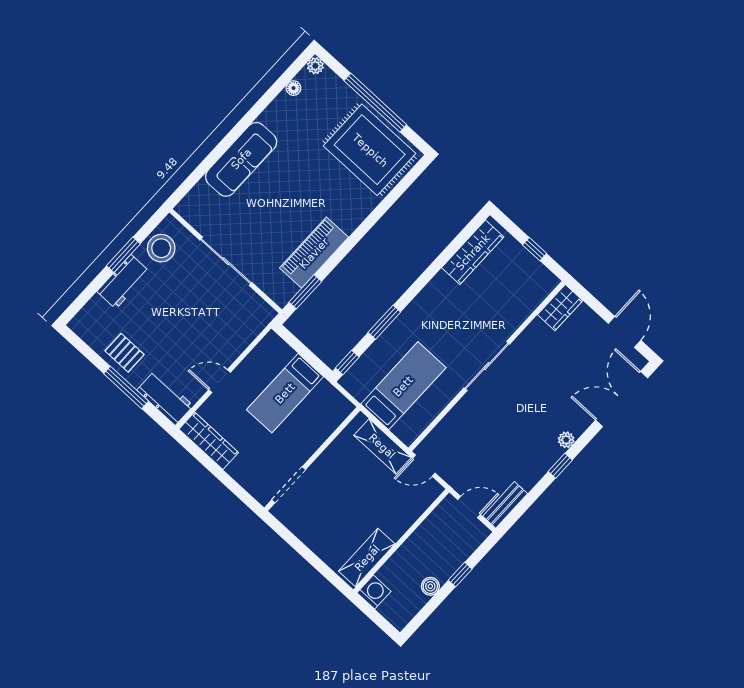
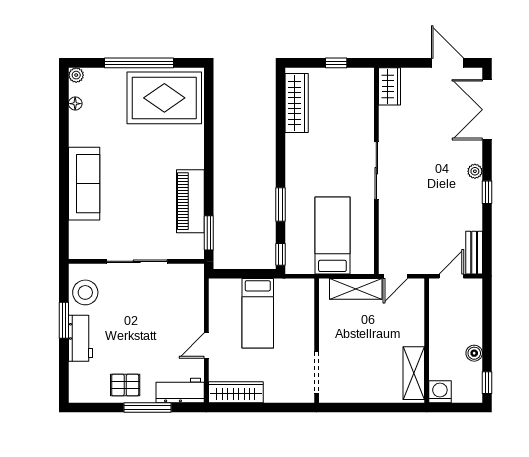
window: (460, 575) -> (487, 383), moved

